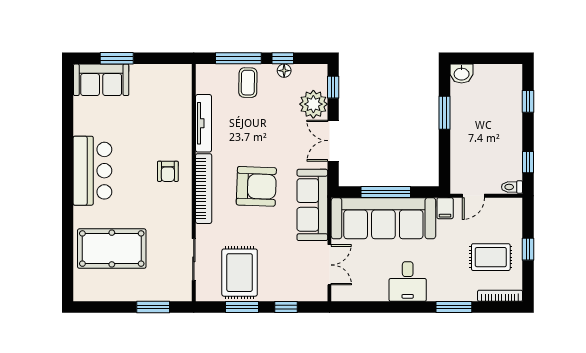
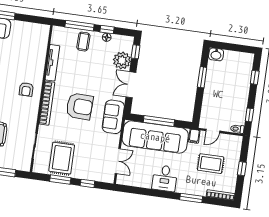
sofa: (312, 205) -> (113, 117), width x0.73
rug: (491, 257) -> (211, 164), moved

